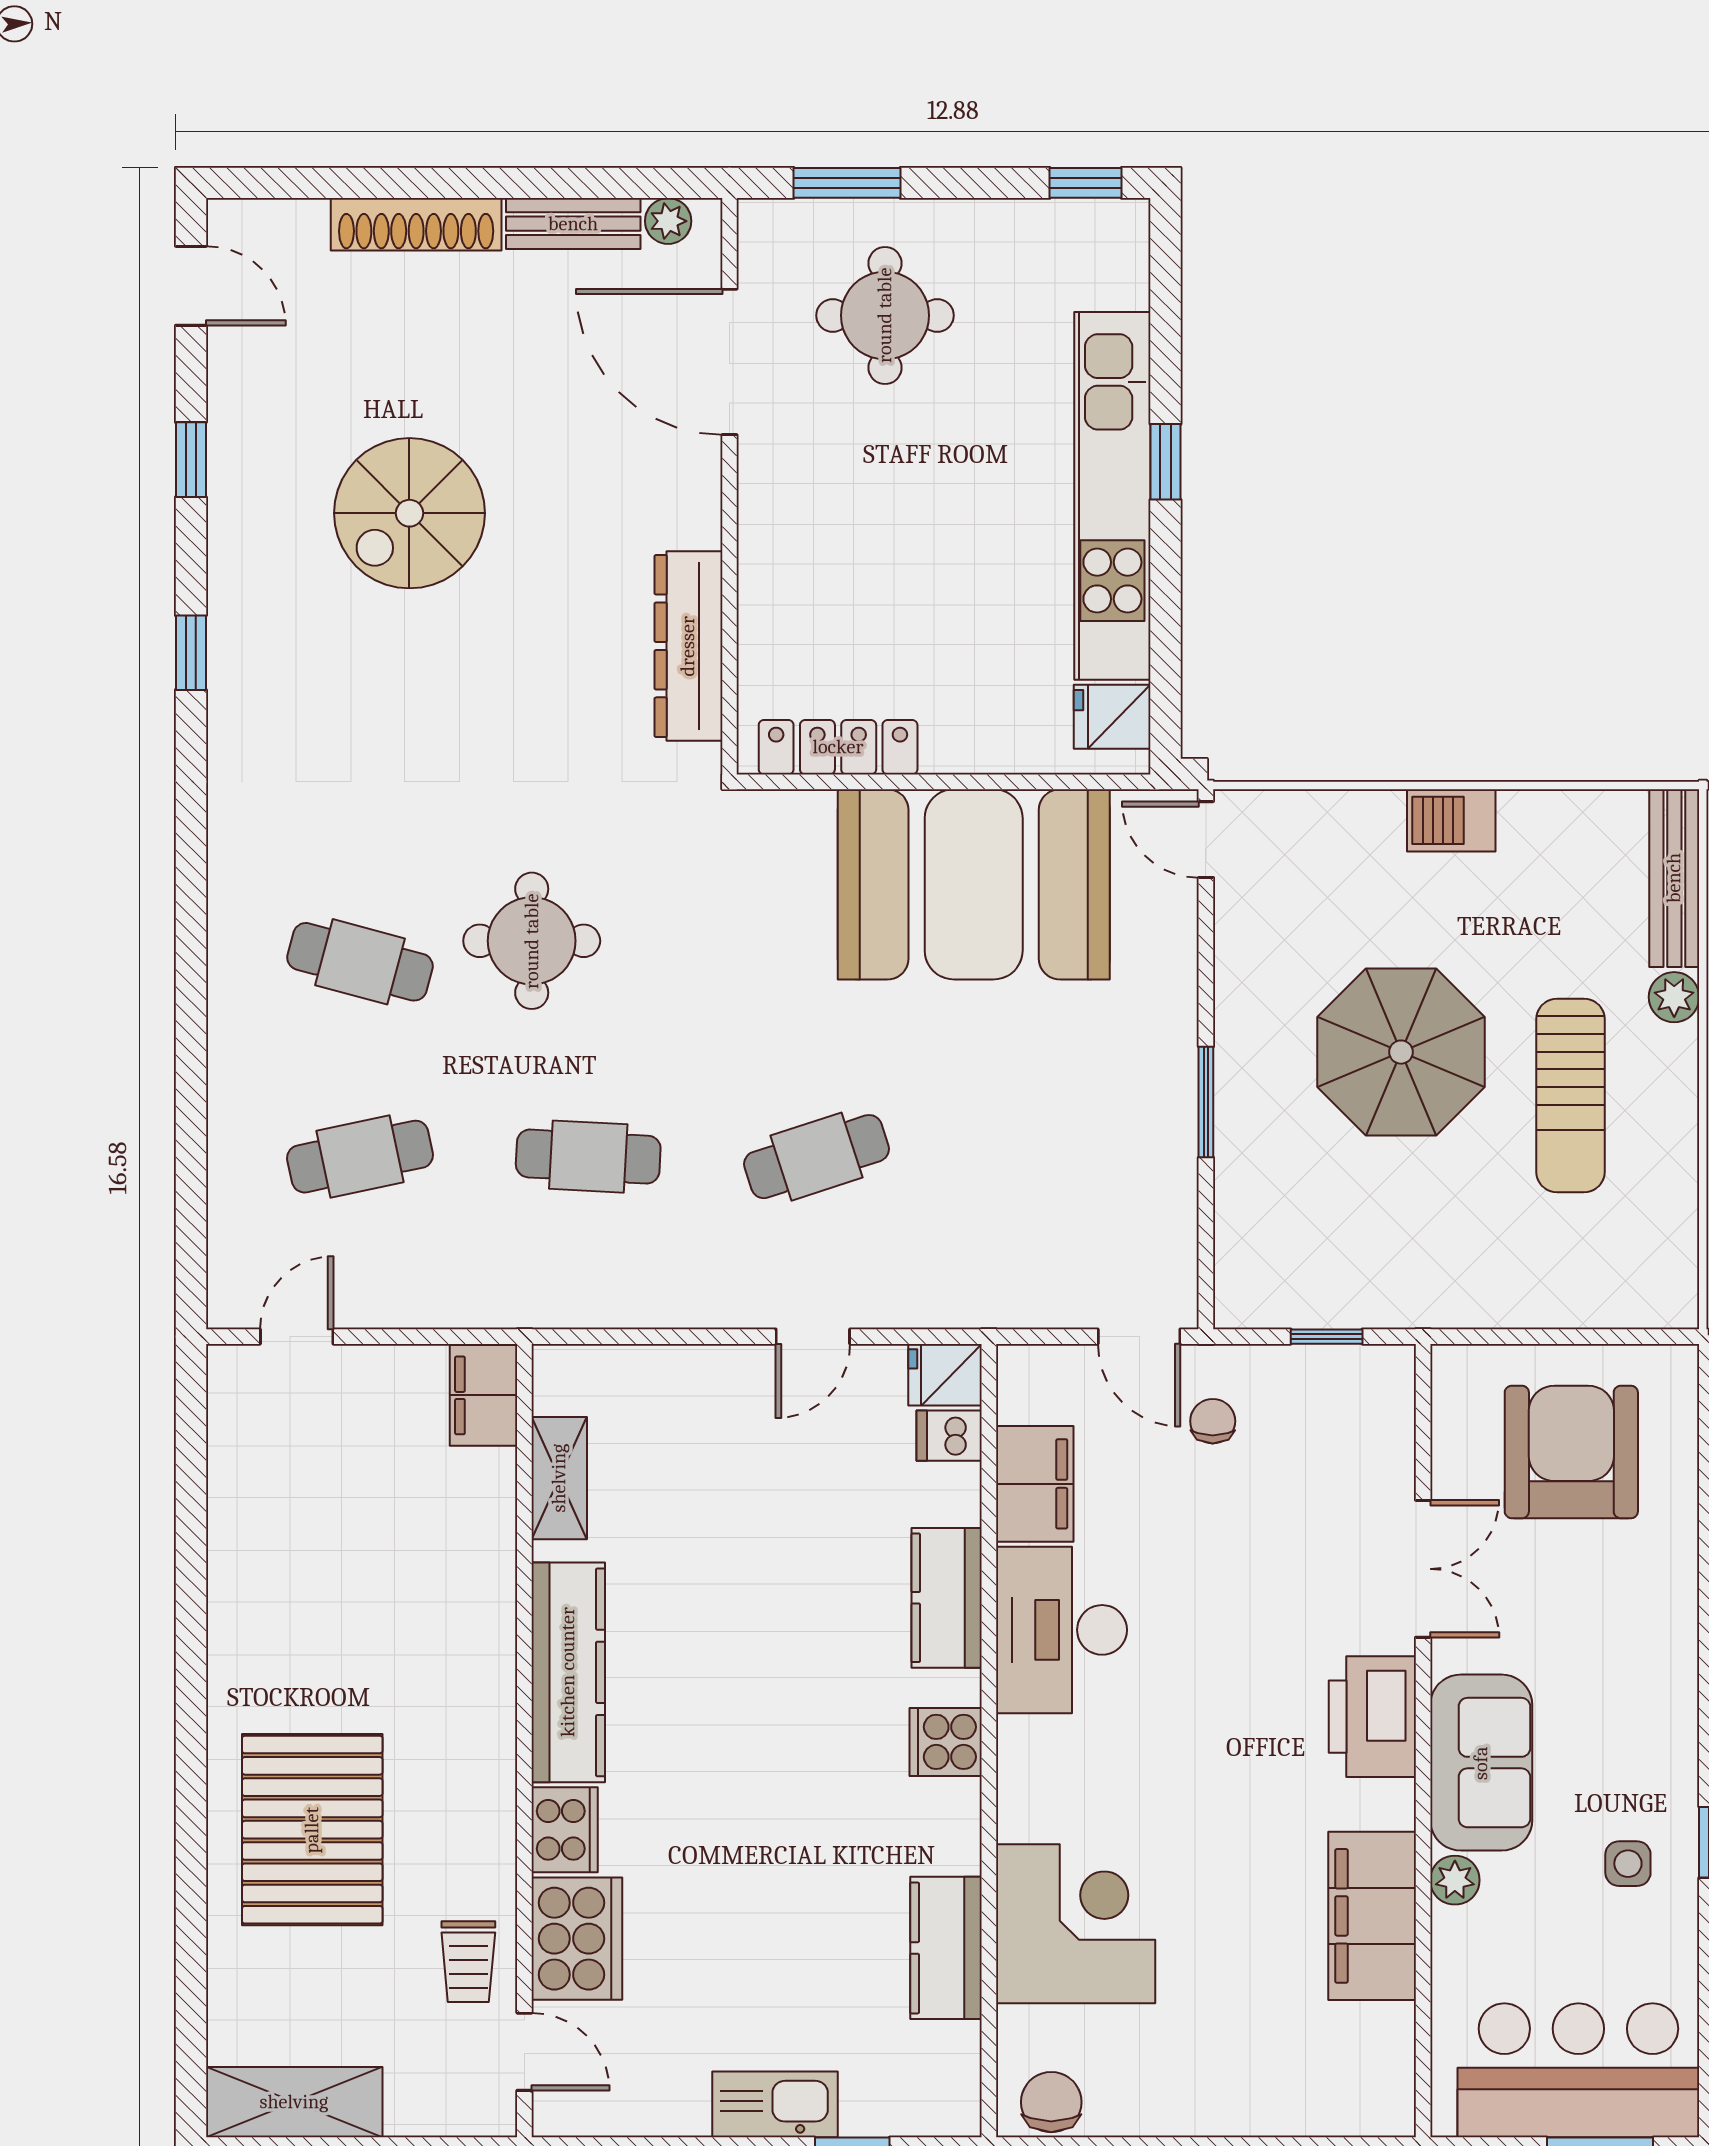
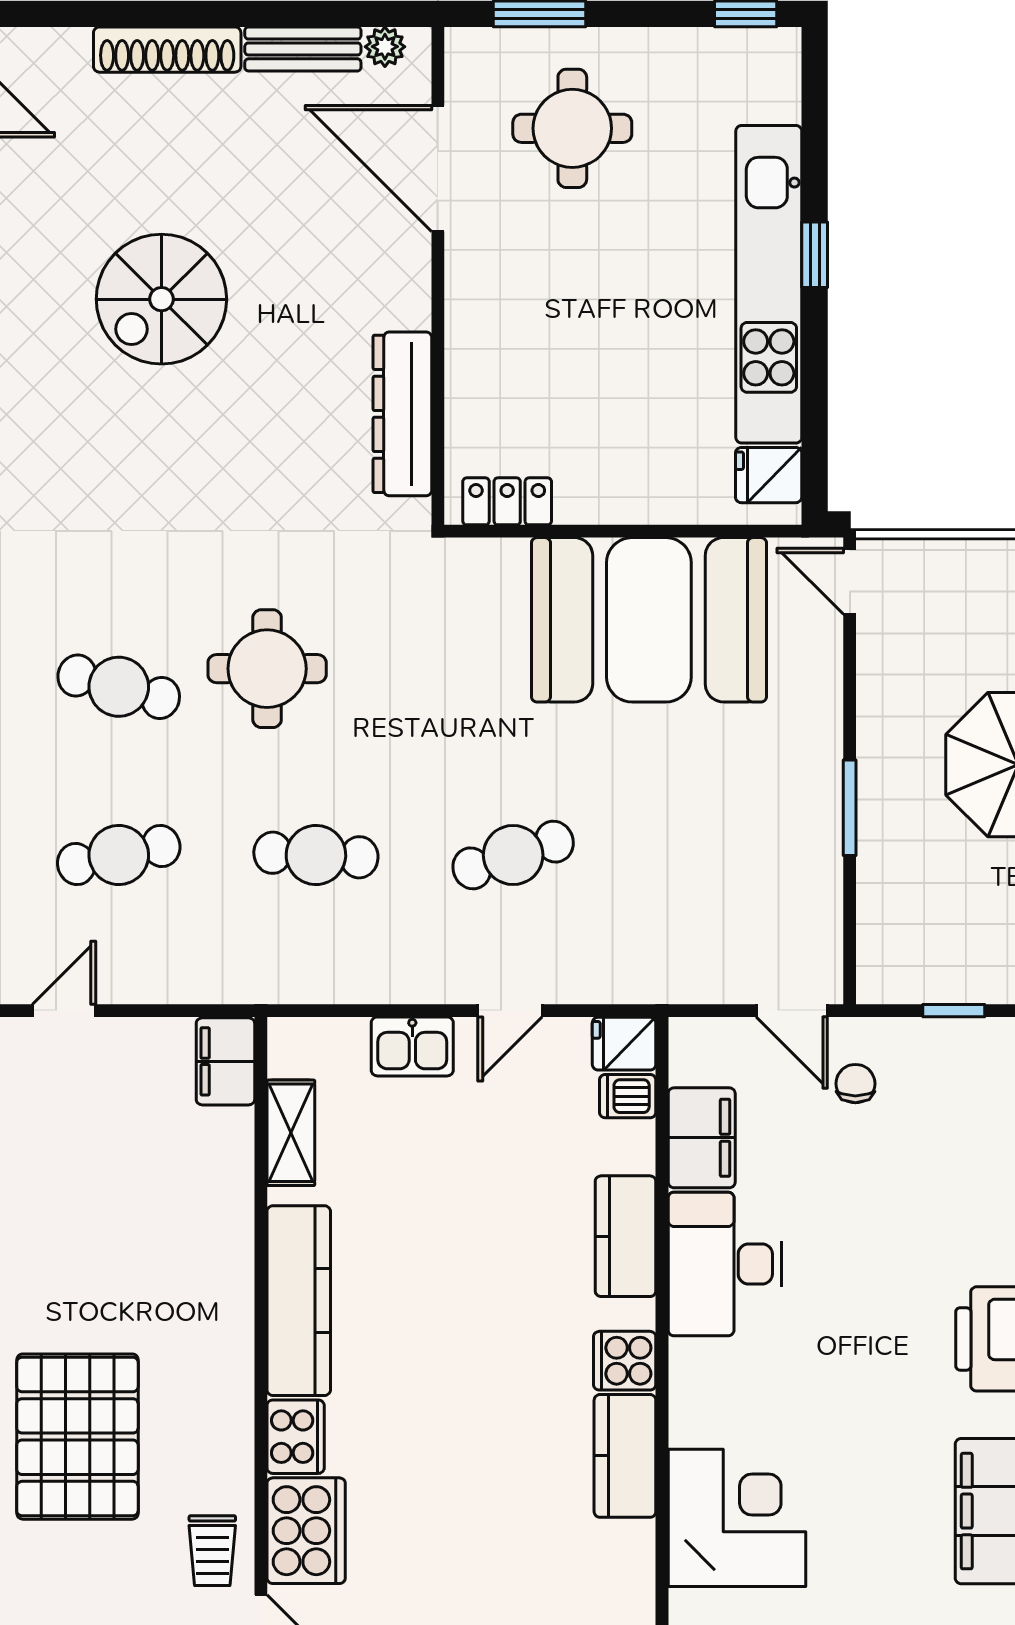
locker: (838, 747) -> (507, 501), width x0.66
kitchen sink: (700, 1378) -> (412, 1046), added
kitchen counter: (946, 1948) -> (625, 1456), moved

